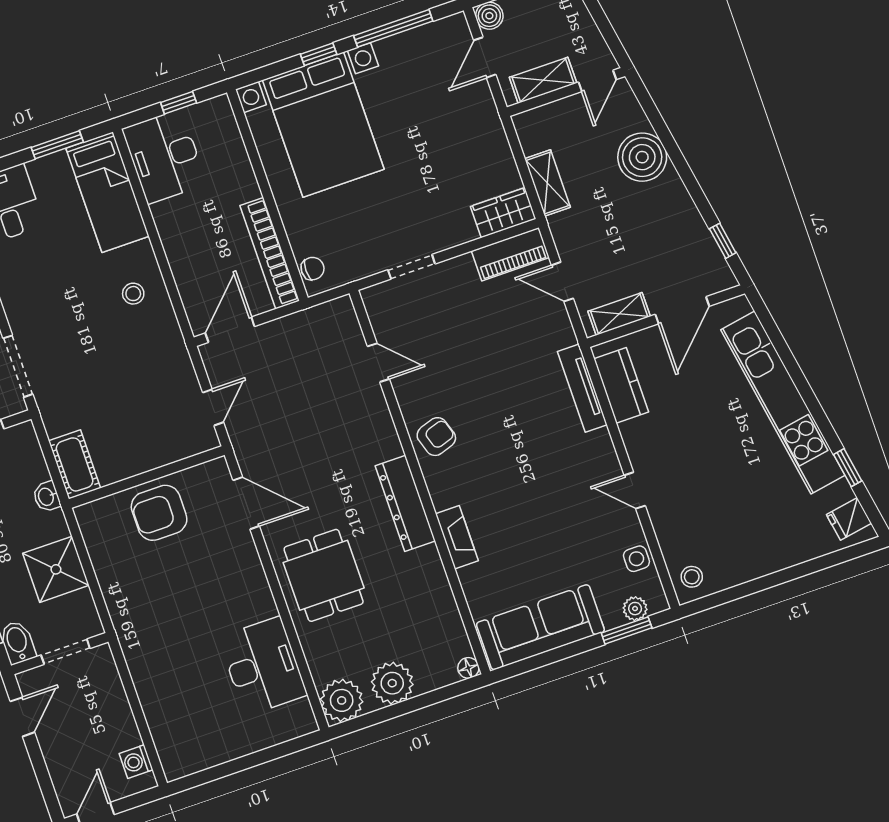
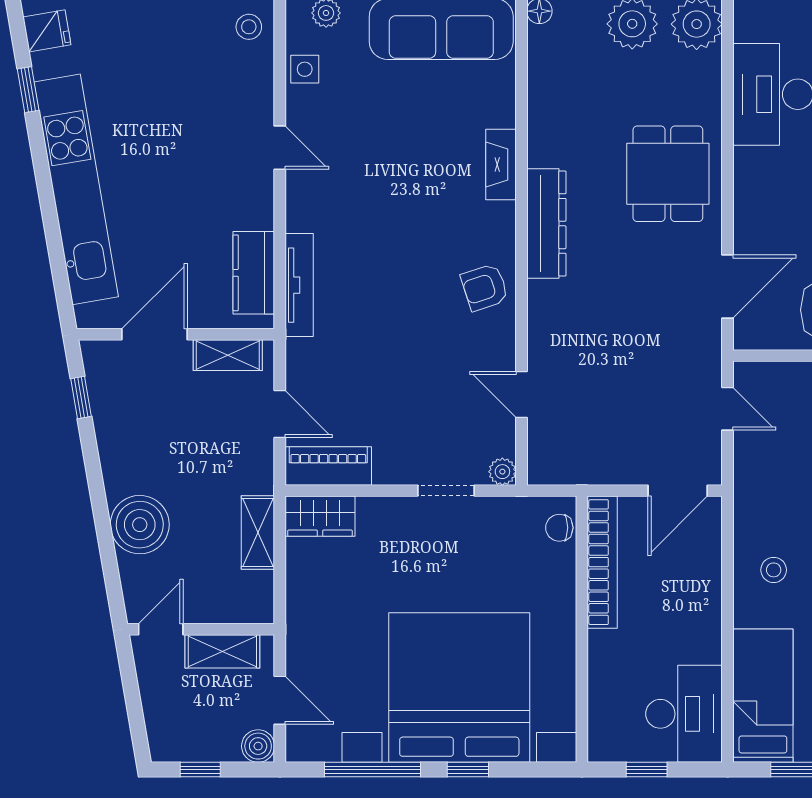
door: (485, 57) -> (280, 700), hinge flipped
bed with nightstands: (323, 125) -> (459, 688), width x1.36
plant: (372, 297) -> (502, 472), added
door: (213, 407) -> (728, 409), swing flipped
door: (246, 503) -> (728, 287), swing flipped

